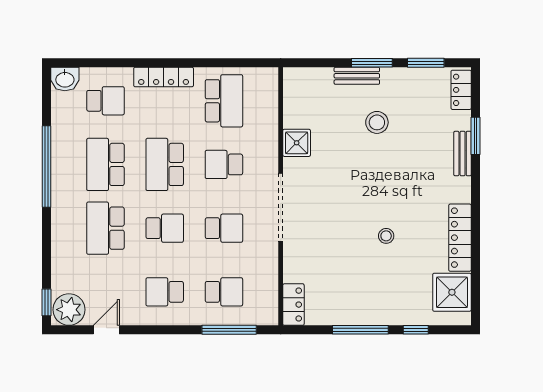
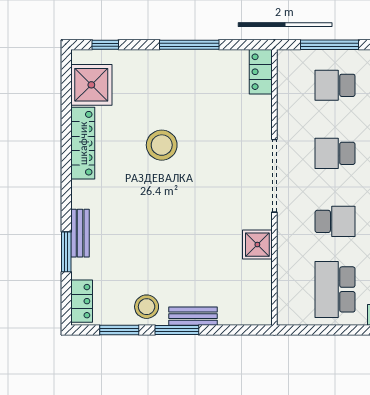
stool: (377, 122) -> (147, 307), moved
stool: (386, 236) -> (162, 145), width x1.89, depth x1.89
window: (416, 330) -> (105, 45), moved

